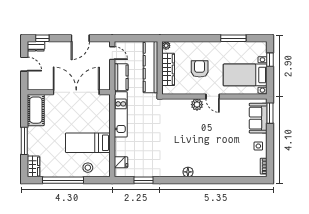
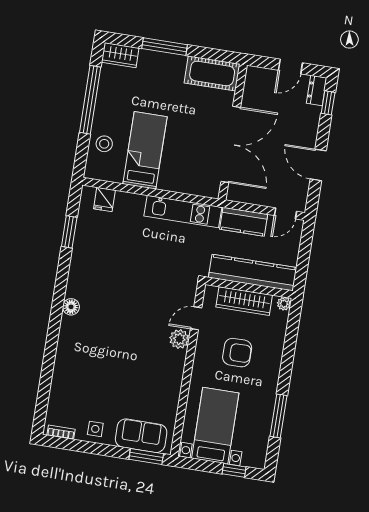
door: (213, 96) -> (196, 318), moved

